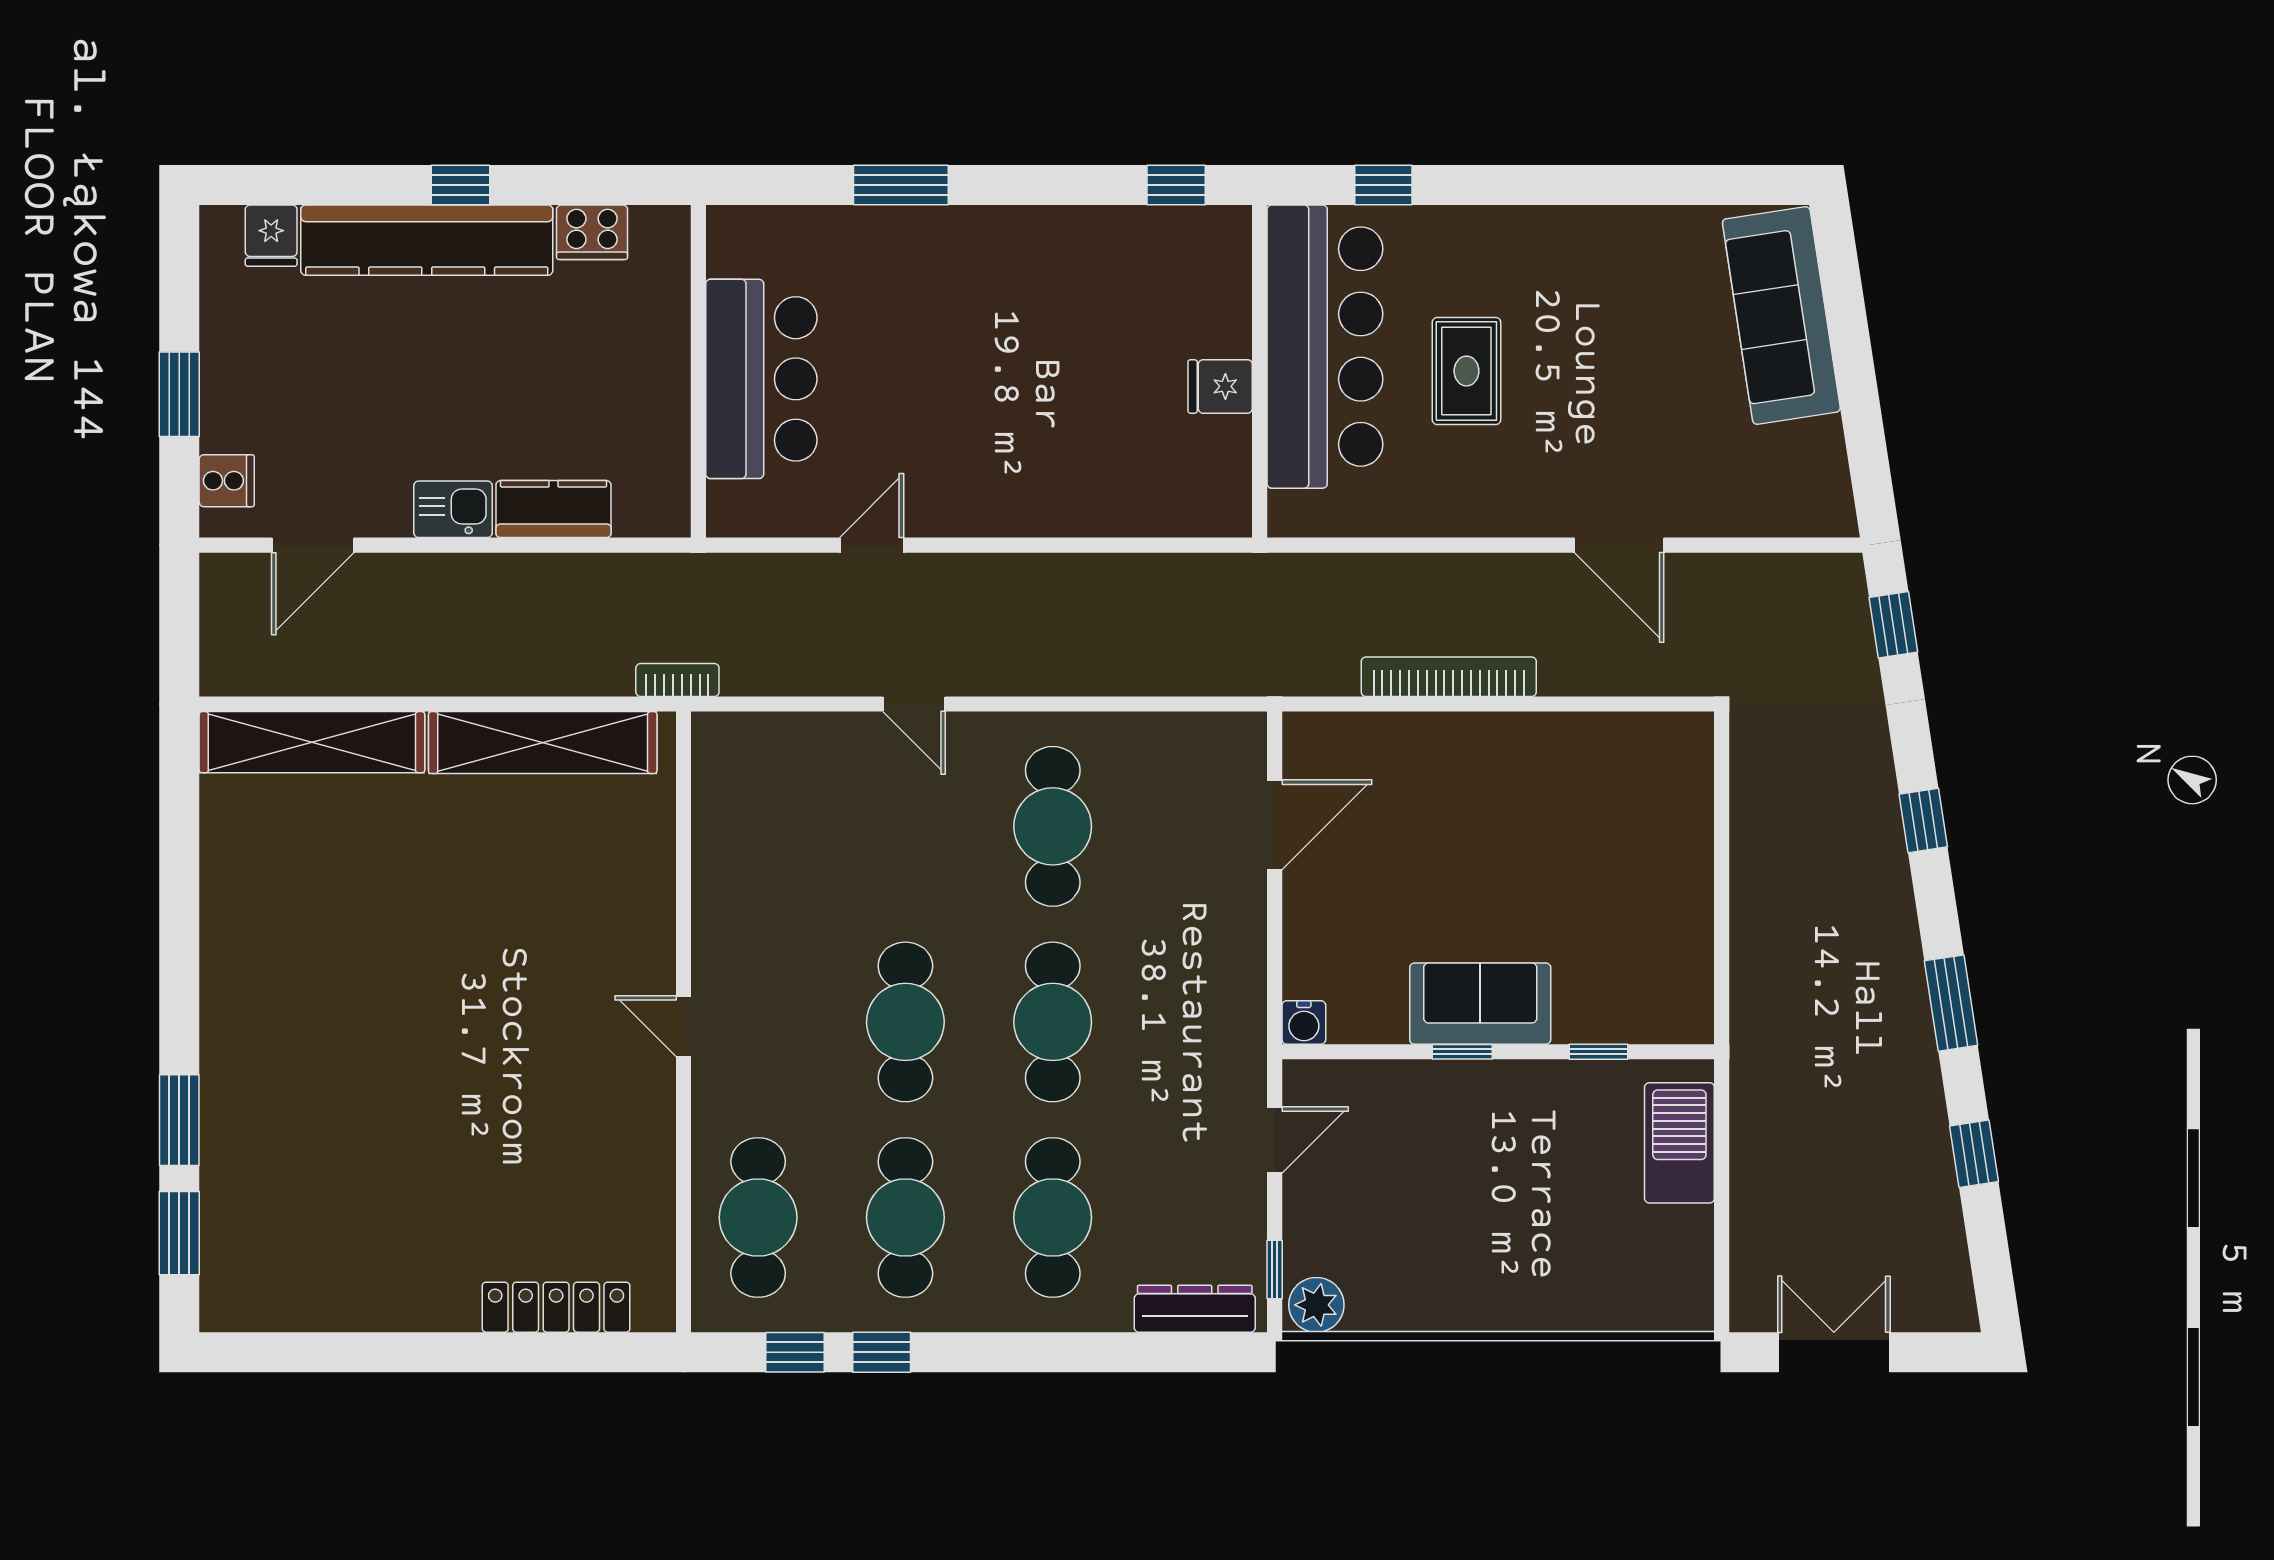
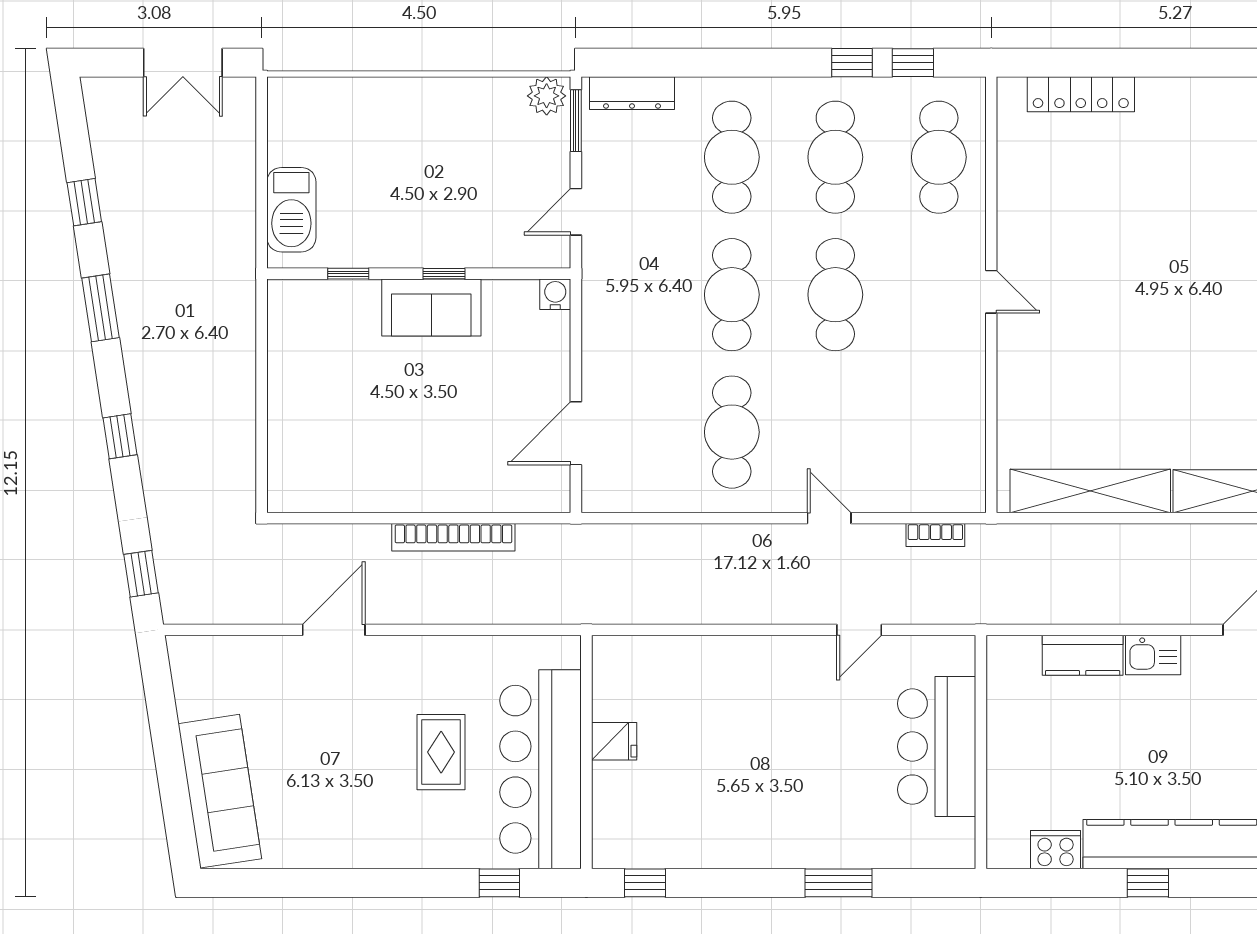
door: (1619, 545) -> (334, 630), hinge flipped
bookcase: (677, 680) -> (935, 535), moved
window: (1275, 1269) -> (576, 121), width x1.50

